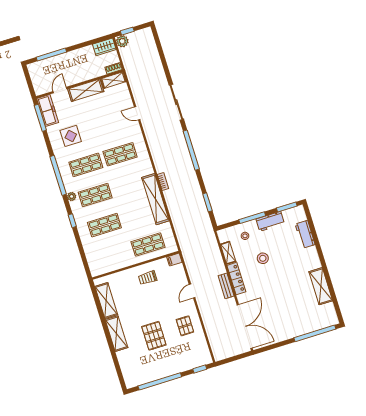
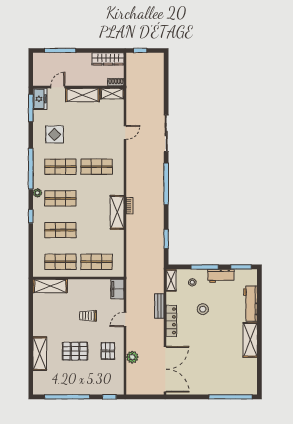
plant: (122, 41) -> (132, 357), moved
wardrobe: (104, 47) -> (108, 59), width x1.50
freezer: (48, 111) -> (40, 99), width x0.71
door: (137, 113) -> (125, 132), swing flipped
shelving: (155, 199) -> (117, 212), width x0.68
workbench: (305, 234) -> (251, 304), width x1.38
shelving: (228, 253) -> (171, 280), moved
shop shelf: (114, 255) -> (60, 262), added
filing cabinet: (174, 260) -> (117, 289), width x2.00
trolley: (148, 278) -> (88, 316), moved
bench: (226, 286) -> (159, 306), moved
shelving: (321, 286) -> (250, 340), moved
shelving: (106, 300) -> (50, 286), moved, turned 90
shelving: (116, 334) -> (40, 354), moved
pallet: (154, 336) -> (75, 351), turned 90

